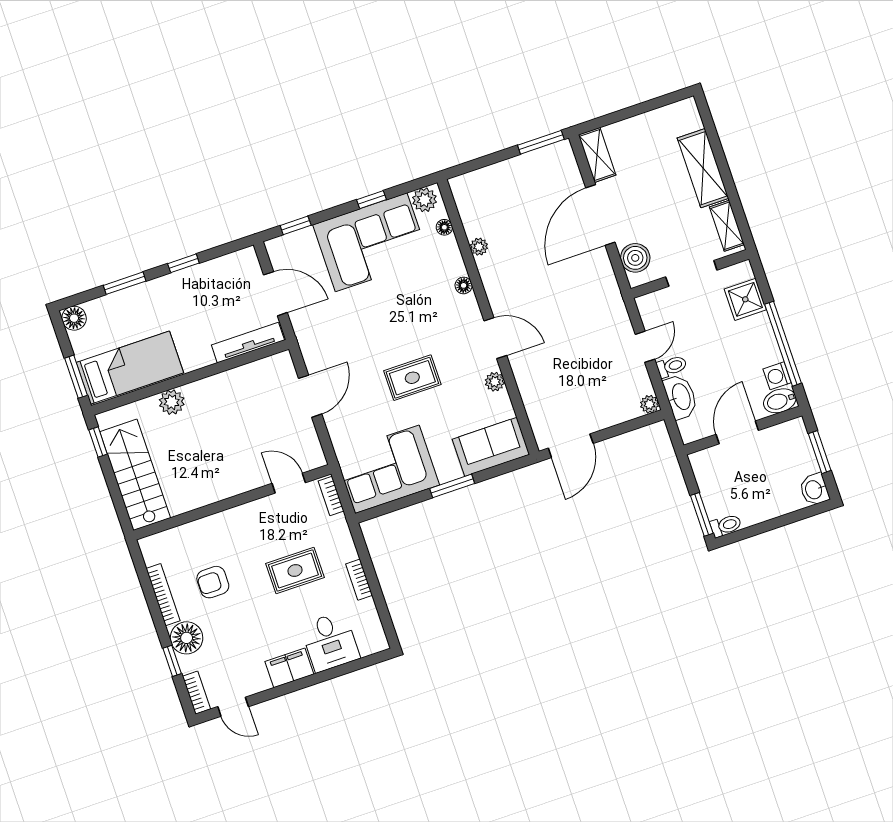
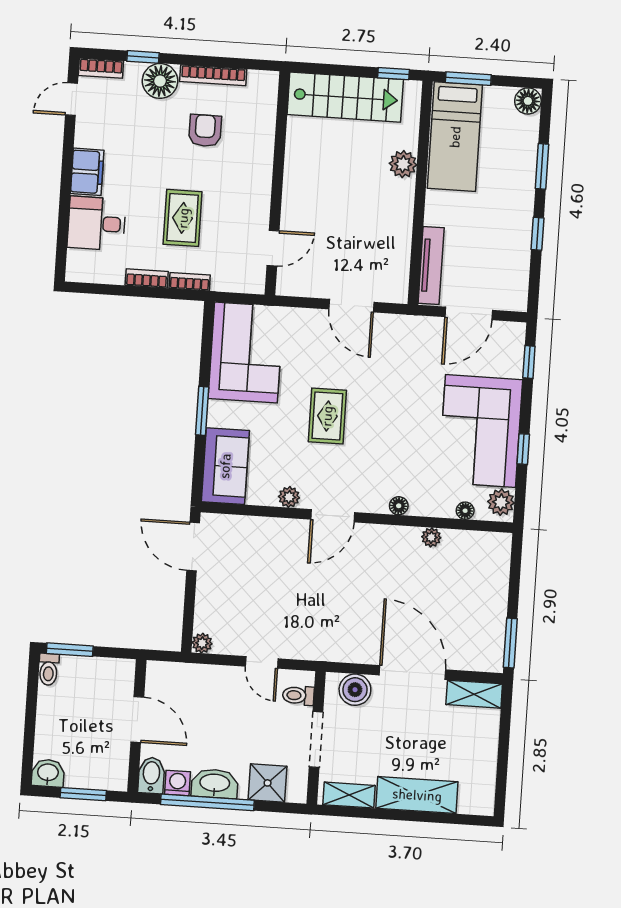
toilet: (672, 366) -> (298, 695), moved, turned 90
washbasin: (681, 397) -> (215, 784), moved, turned 180
bookcase: (331, 496) -> (190, 282), moved

